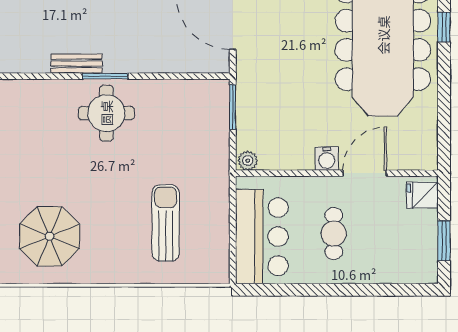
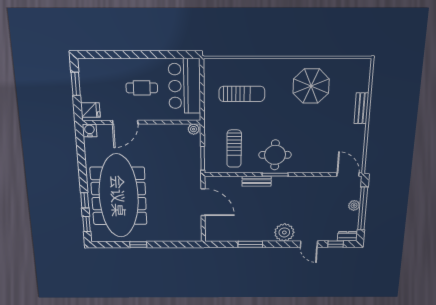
bench: (77, 64) -> (257, 181), moved
sun lounger: (178, 125) -> (234, 149), added
water cooler: (327, 159) -> (90, 130), moved
sun lounger: (166, 223) -> (242, 94), turned -90
cafe table: (334, 234) -> (142, 88), turned 90

